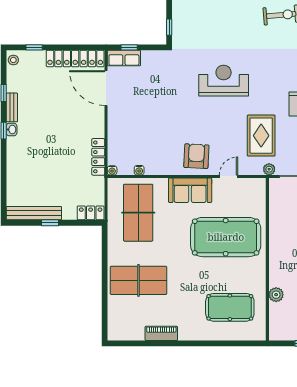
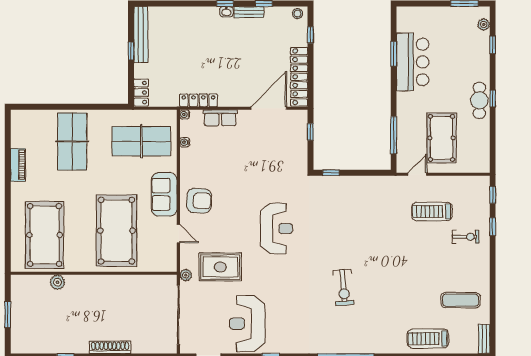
row of seats: (124, 58) -> (220, 118), moved, turned -90
pool table: (230, 307) -> (45, 235), width x1.36, depth x1.32

